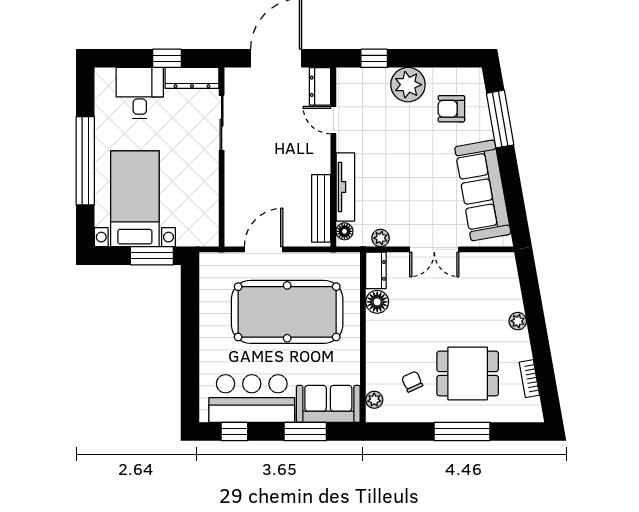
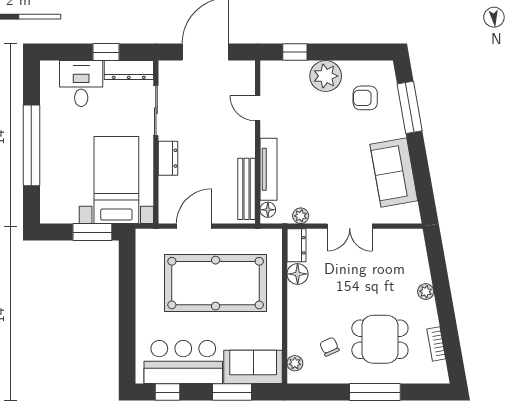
dresser: (320, 86) -> (168, 158), moved, turned 180
sofa: (483, 190) -> (394, 172), width x0.73
bed with nightstands: (135, 199) -> (116, 180), moved

